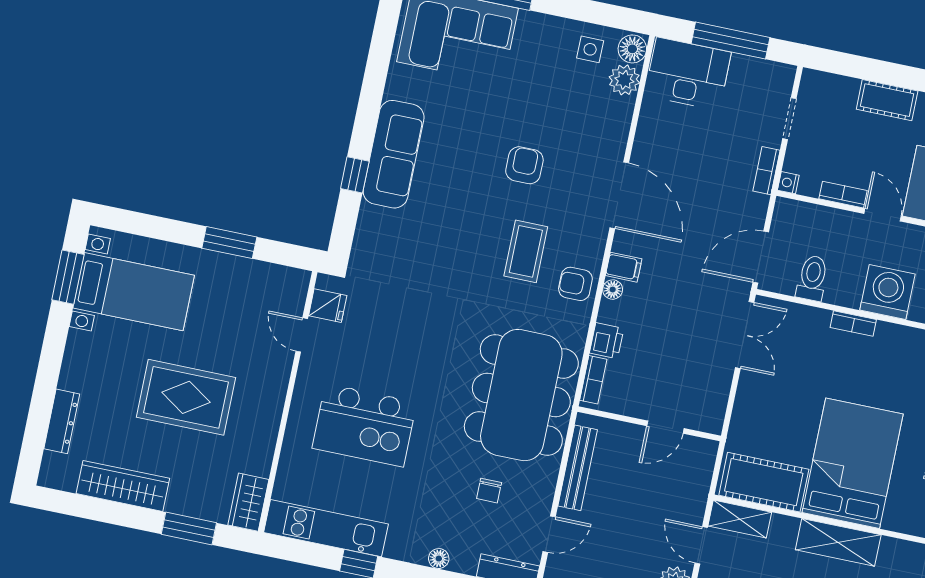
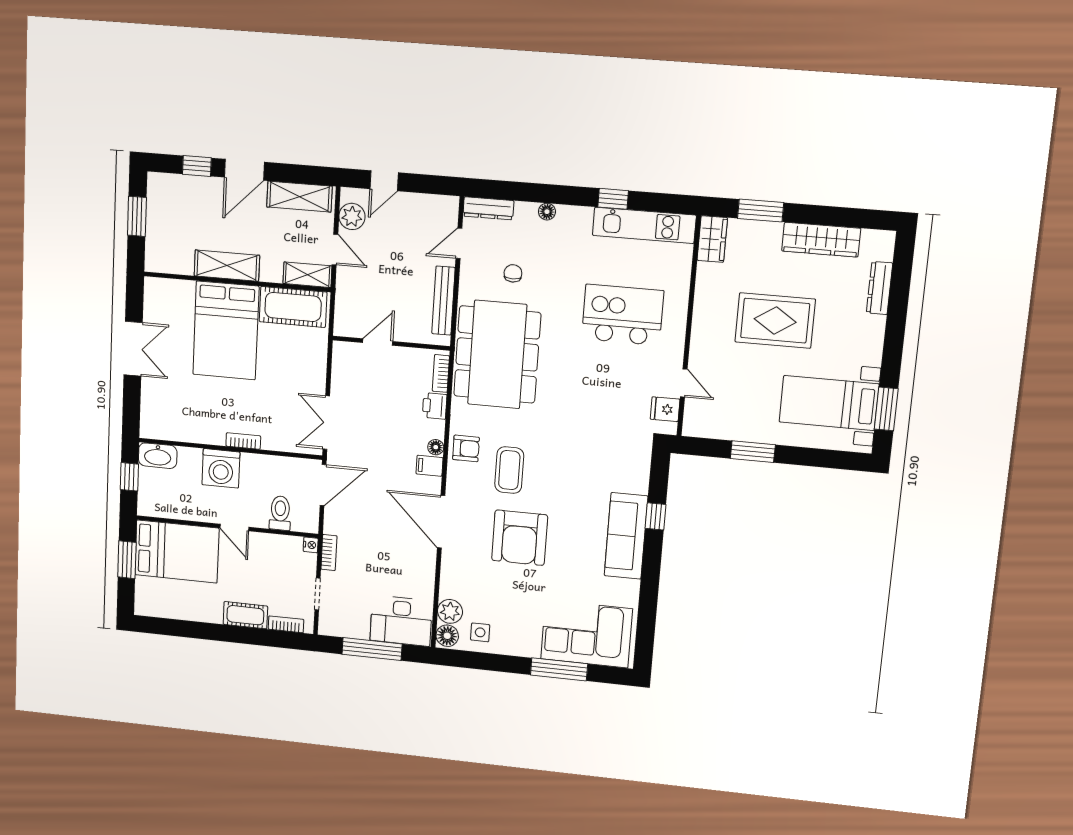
armchair: (524, 165) -> (520, 538), width x1.88, depth x1.88
bookcase: (843, 195) -> (286, 624), moved, turned 180
toilet: (812, 278) -> (280, 513), moved, turned 180

